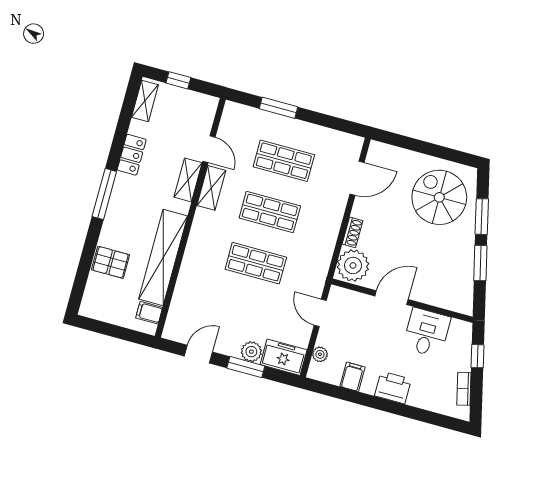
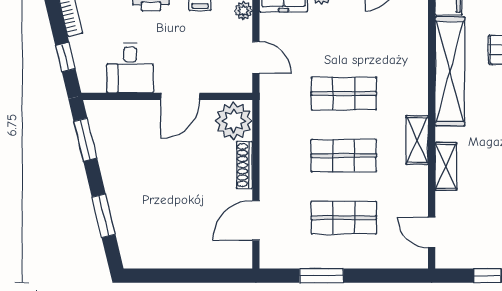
window: (279, 108) -> (321, 276), moved
door: (209, 149) -> (432, 232), moved
shelving: (211, 188) -> (417, 140), moved
spiral stairs: (439, 197) -> (157, 224), removed
shoe rack: (352, 232) -> (244, 165), width x1.43
window: (480, 263) -> (85, 140), moved

